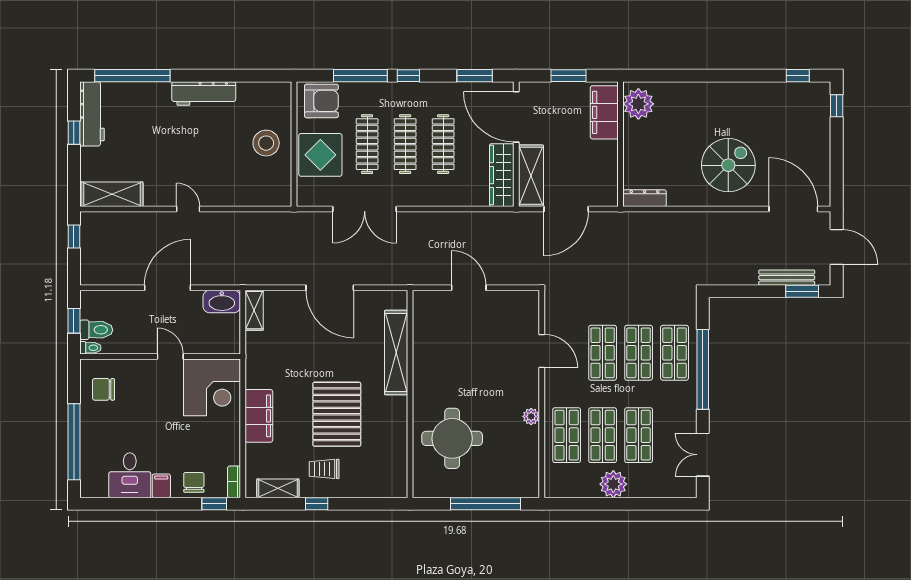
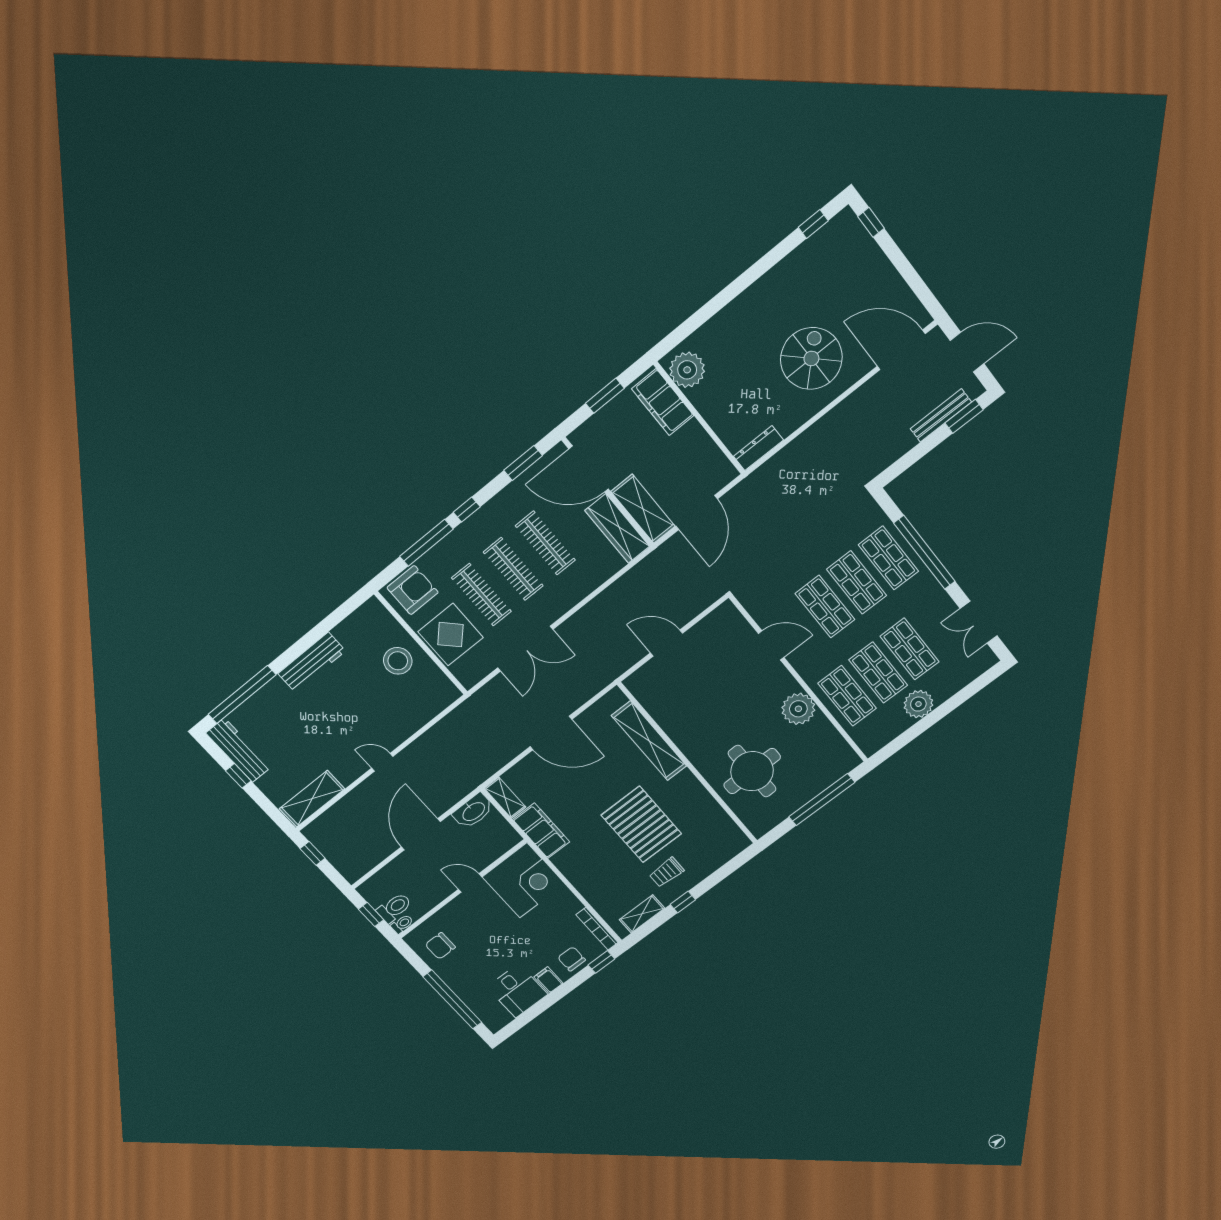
filing cabinet: (259, 416) -> (541, 831), moved
plant: (531, 416) -> (798, 709), width x1.88, depth x1.88
bookcase: (234, 482) -> (597, 929), width x1.56

